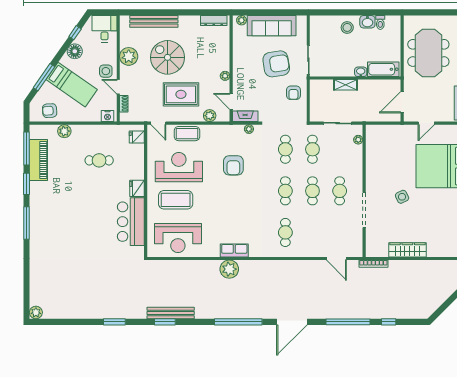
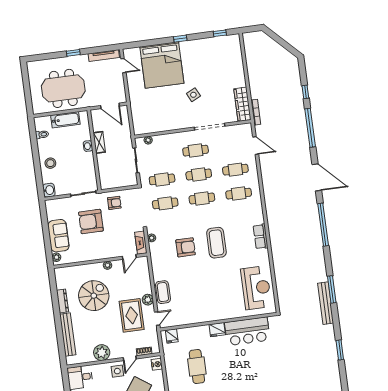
dresser: (214, 20) -> (63, 301), moved
washbasin: (367, 22) -> (49, 190), moved
sofa: (272, 26) -> (58, 236), width x0.73
spiral stairs: (168, 57) -> (94, 296), moved, turned 180
armchair: (276, 64) -> (91, 221), turned -81
bathtub: (383, 69) -> (65, 120), moved, turned -90
shelving: (346, 85) -> (99, 142), moved
rug: (181, 94) -> (132, 315), moved
plant: (210, 116) -> (148, 300), moved
door: (426, 123) -> (123, 66), moved
cafe table: (99, 160) -> (197, 366), width x1.37, depth x1.35
reception desk: (179, 167) -> (194, 295), removed
coffee table: (176, 200) -> (216, 243), moved
cafe table: (312, 232) -> (235, 170), added
wardrobe: (407, 250) -> (242, 104), moved
door: (336, 259) -> (256, 146), hinge flipped
plant: (229, 269) -> (278, 239), removed
bench: (171, 313) -> (326, 303), moved
window: (114, 322) -> (340, 350), moved
window: (165, 322) -> (332, 289), width x1.44

